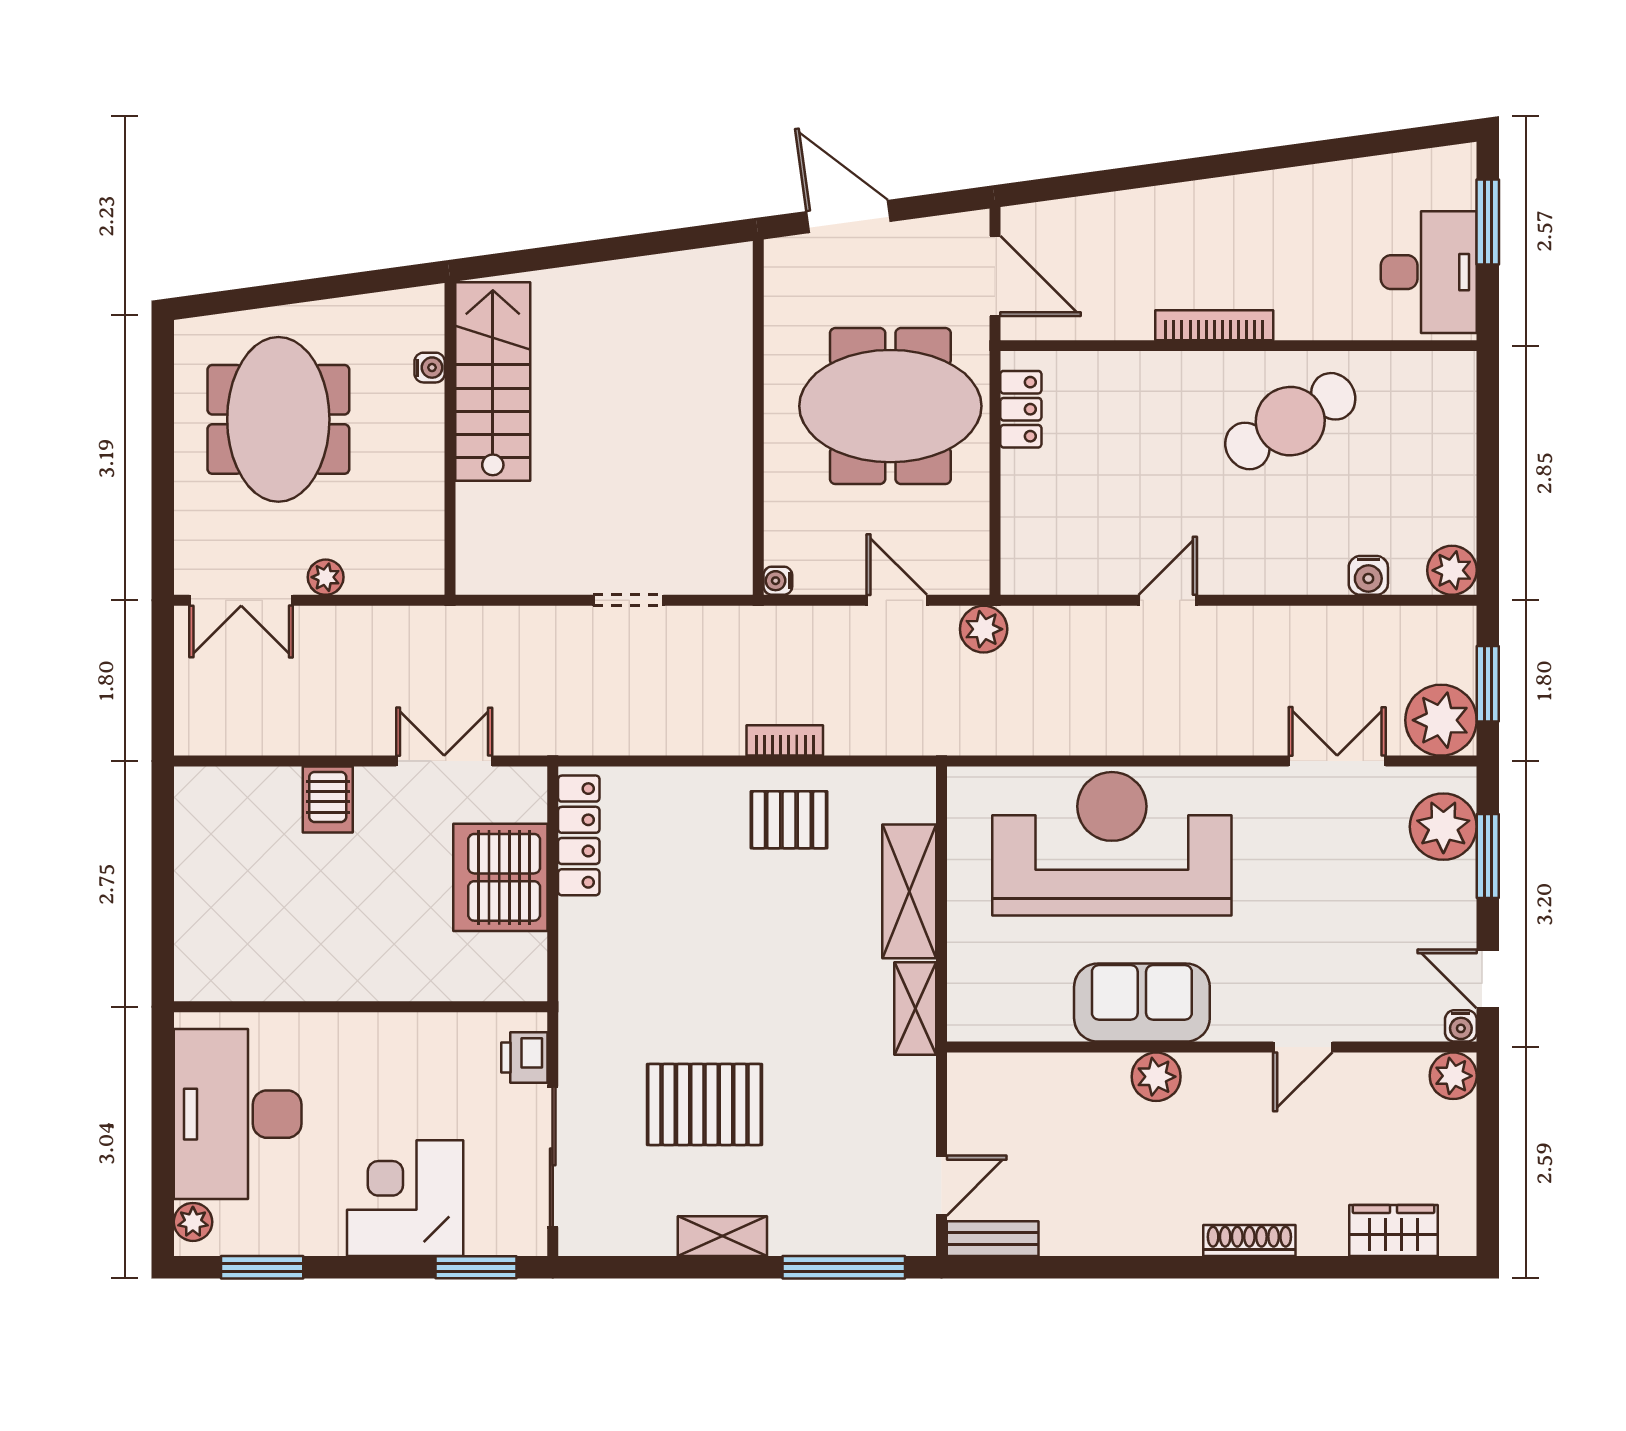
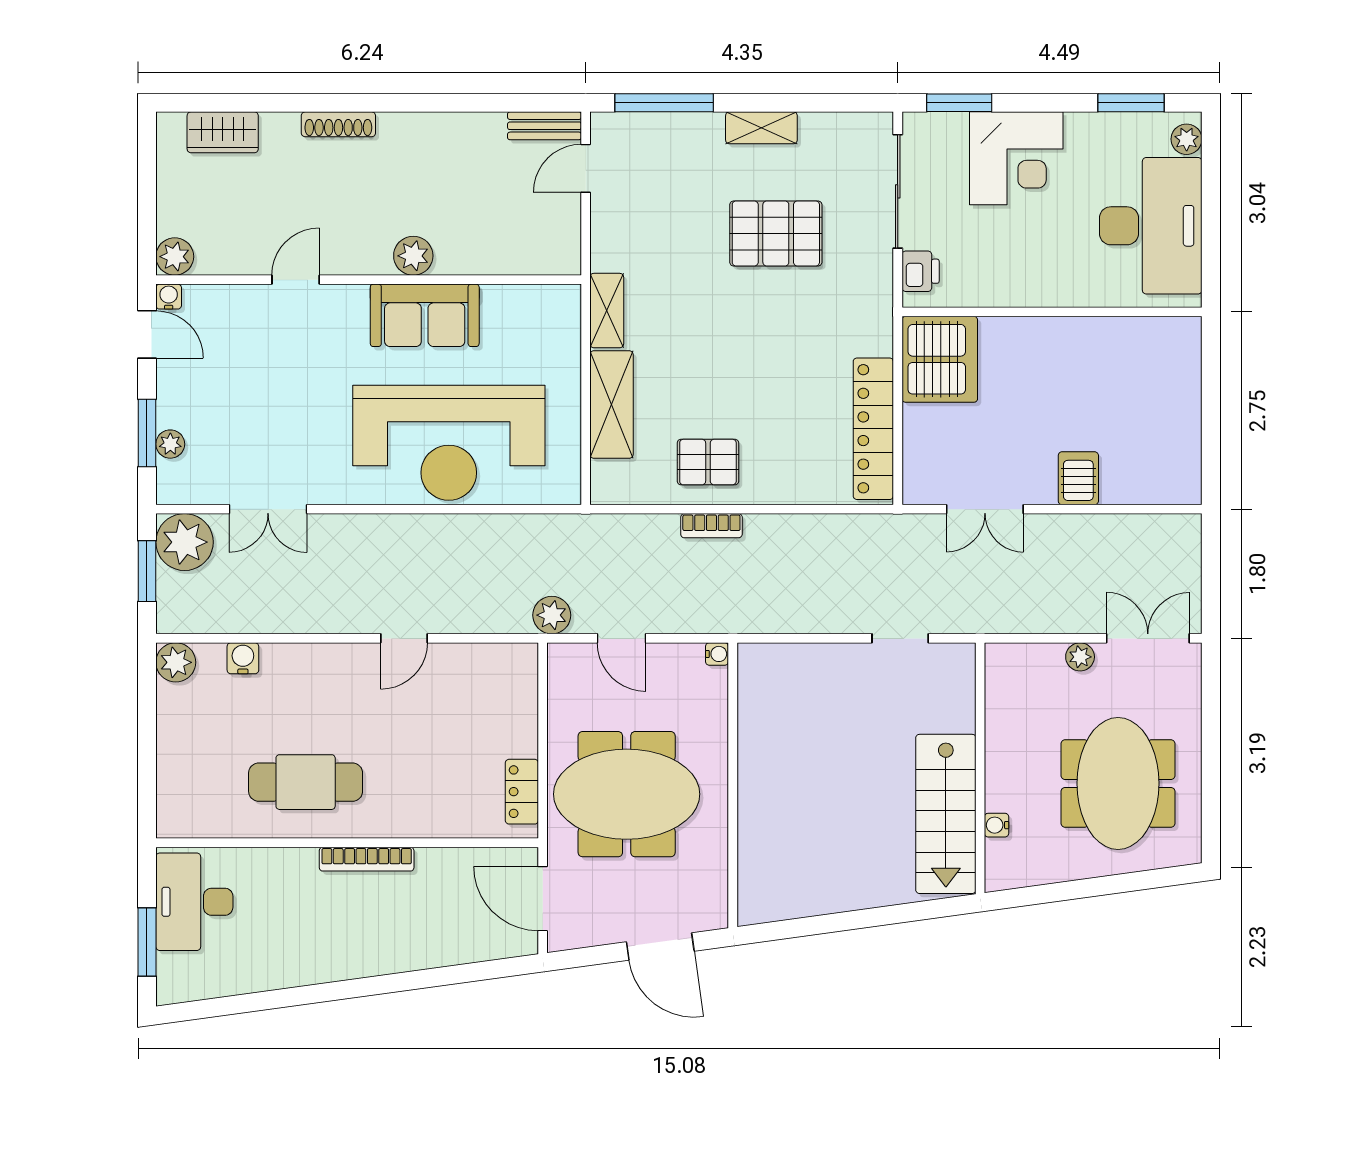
cafe table: (1290, 421) -> (306, 782), turned 30
doorway: (628, 600) -> (900, 638), moved
plant: (1443, 827) -> (170, 444), width x0.53, depth x0.53
locker: (579, 835) -> (873, 429), width x1.41, depth x1.21
server rack: (500, 877) -> (940, 359), moved

